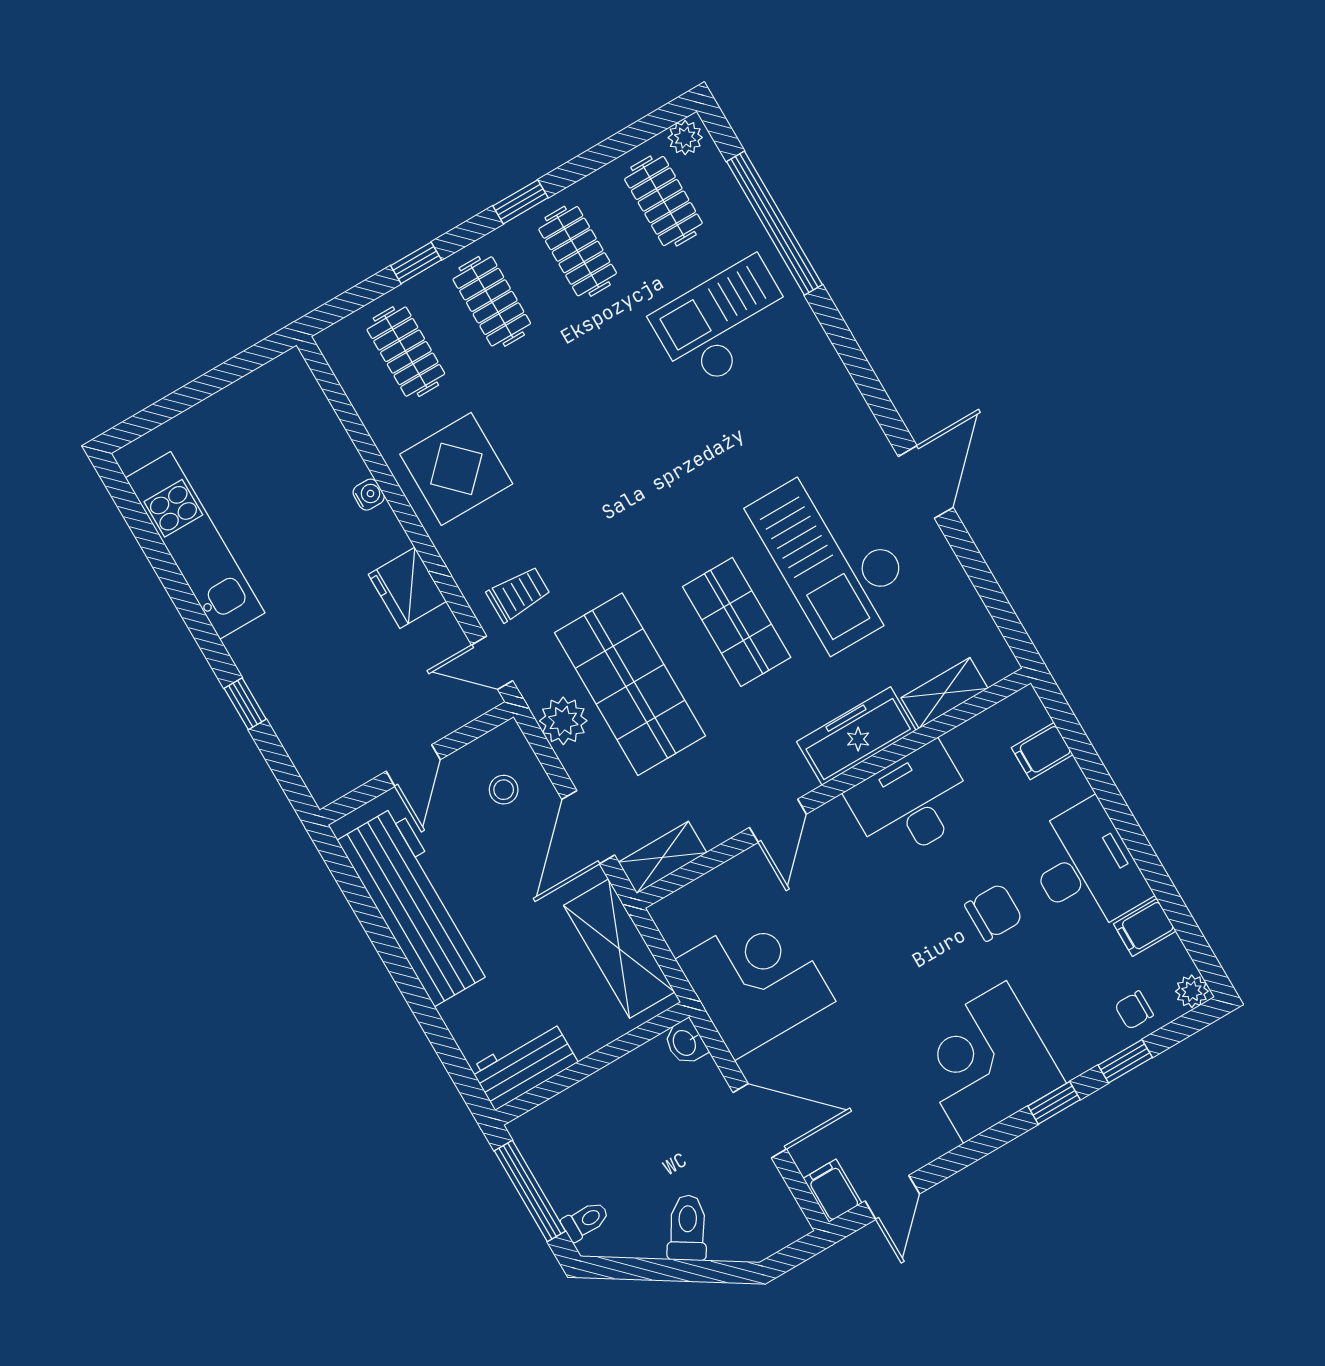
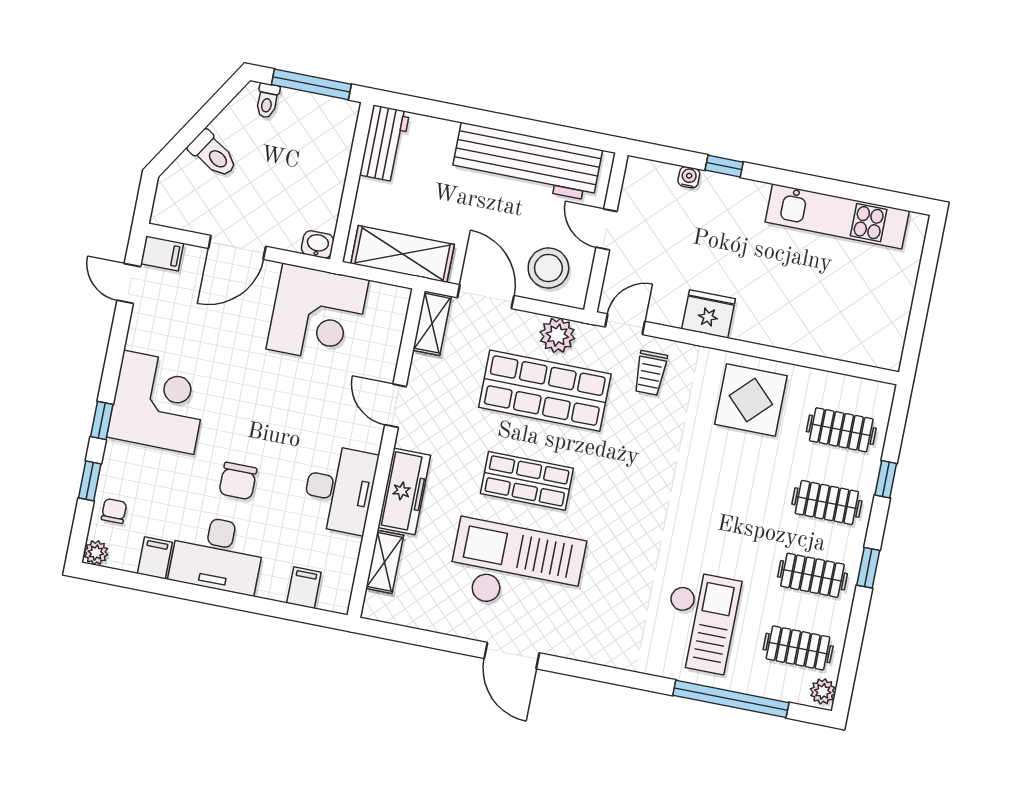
water cooler: (369, 495) -> (689, 177), moved, turned 180
stool: (504, 790) -> (548, 268), width x1.89, depth x1.89

